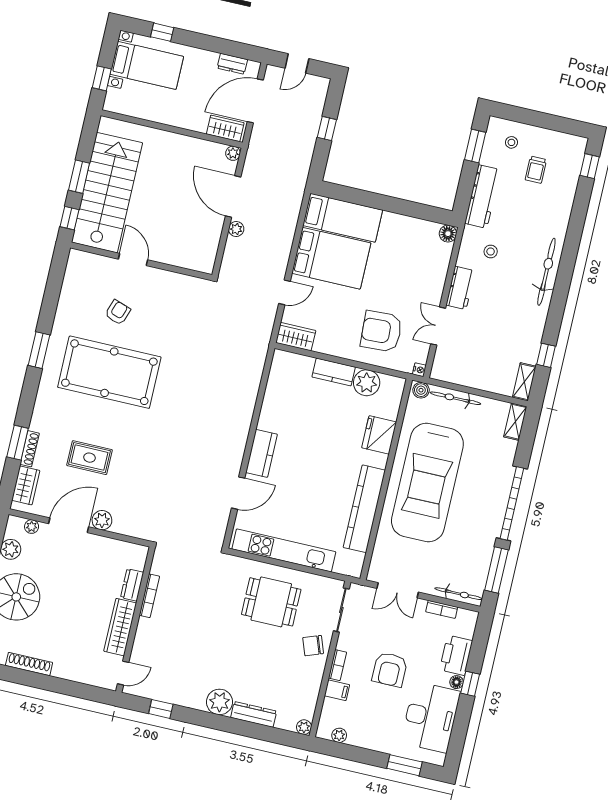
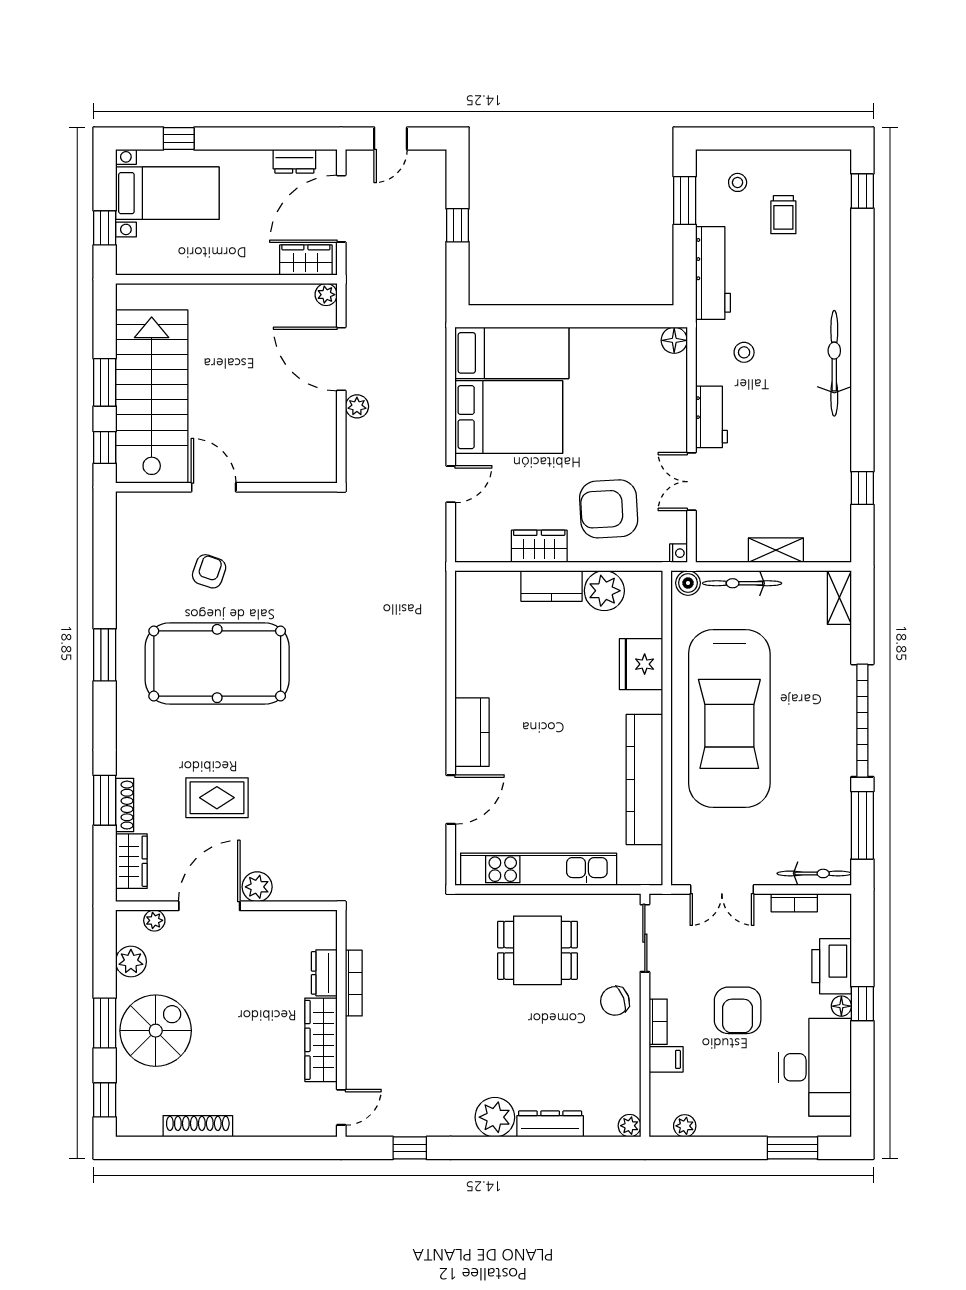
wardrobe: (296, 337) -> (539, 546), moved
shelving: (524, 382) -> (776, 550), moved, turned 90

